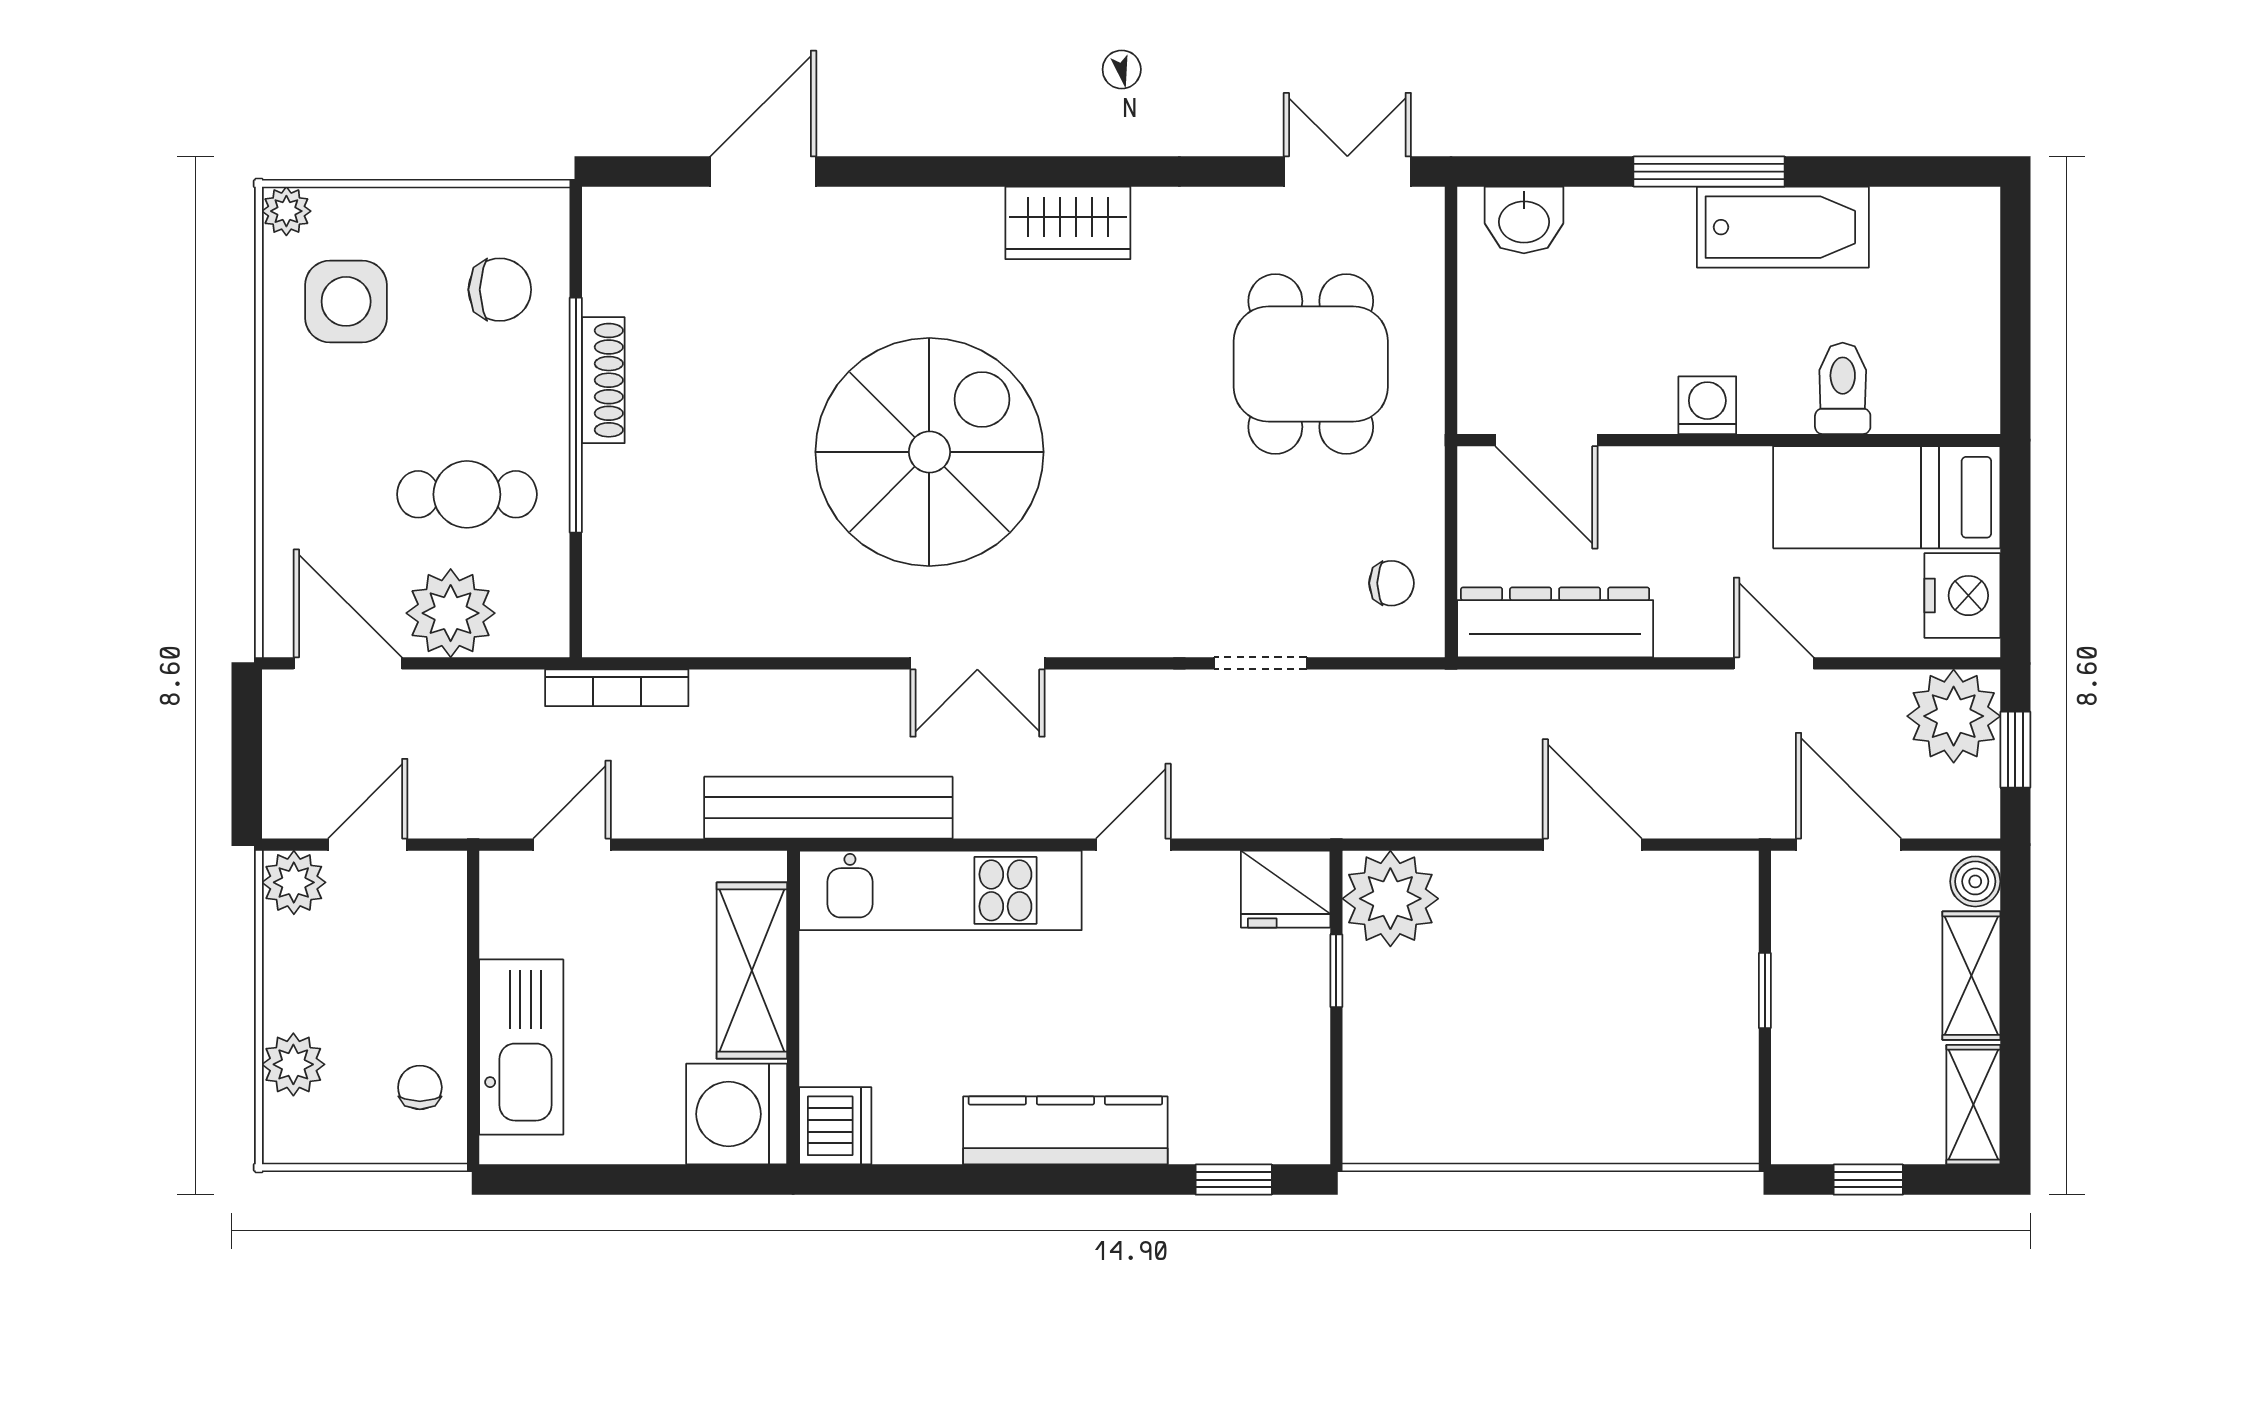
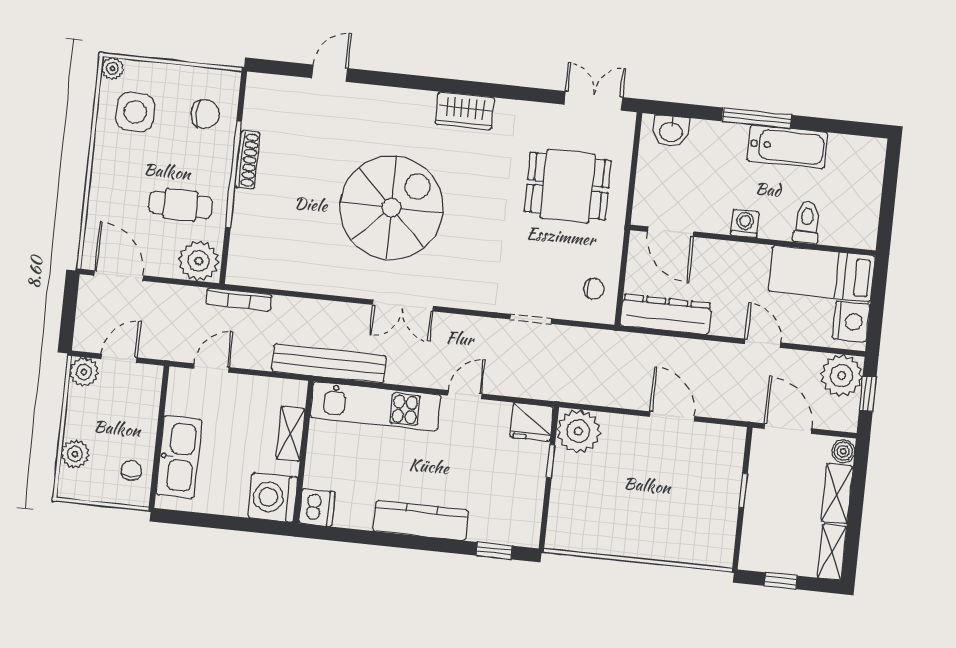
door: (763, 172) -> (330, 73), width x0.73
dining table: (1311, 364) -> (568, 186), turned 90
plant: (451, 613) -> (199, 261), moved
shelving: (752, 971) -> (291, 434), width x0.67, depth x0.75

